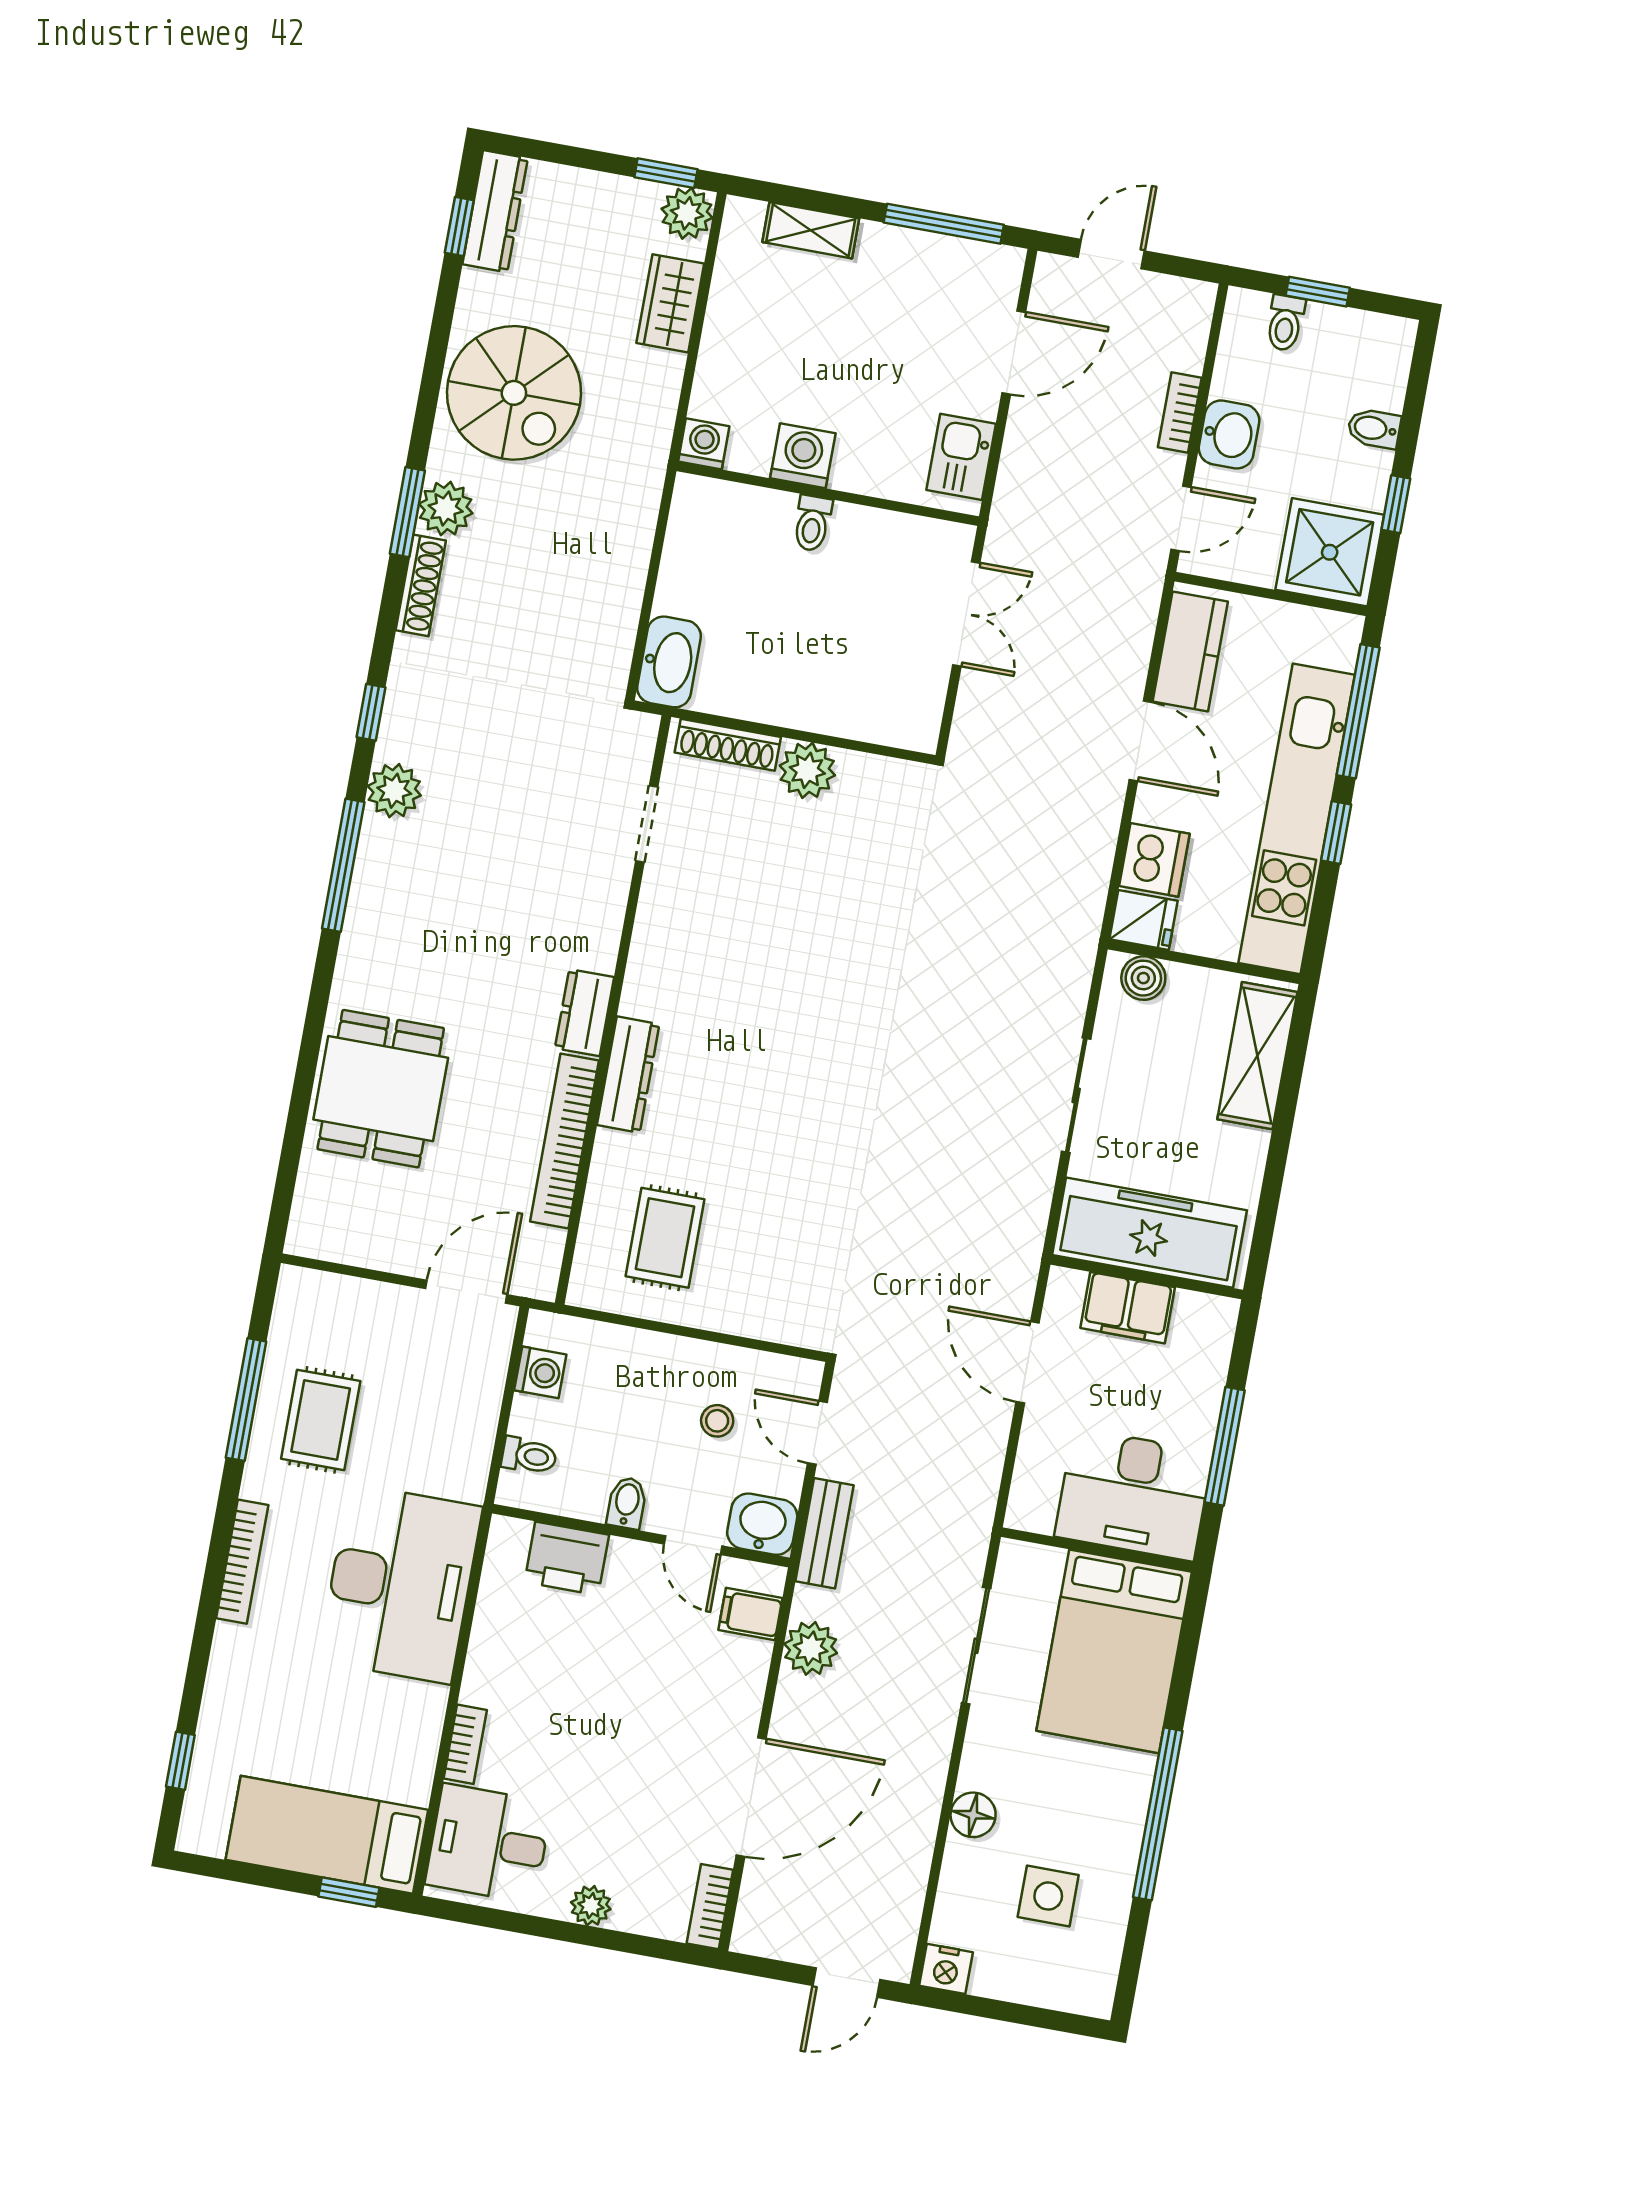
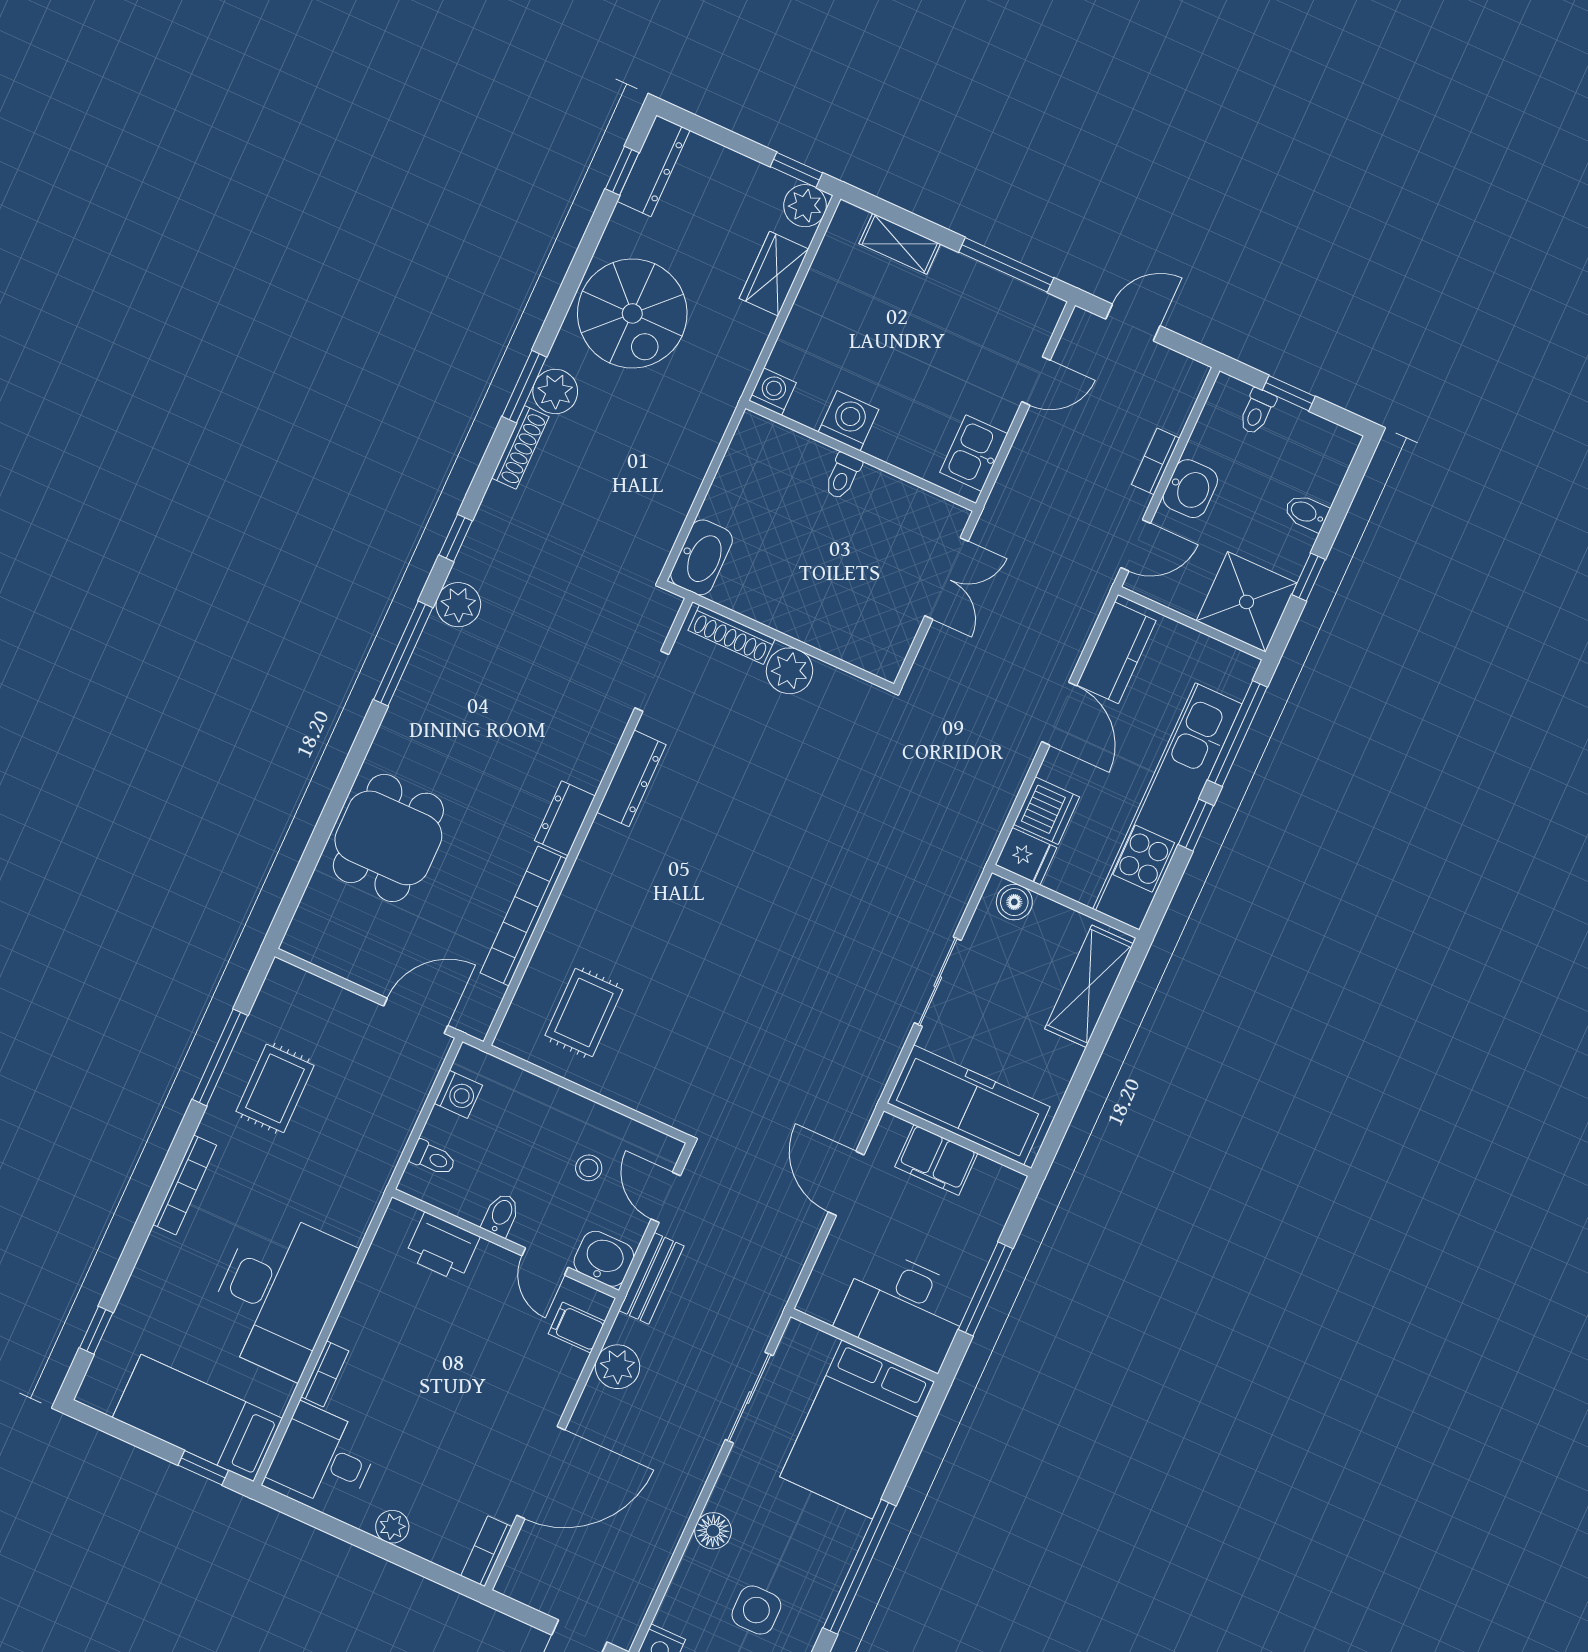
door: (1014, 353) -> (1036, 381), width x0.73
dresser: (628, 1075) -> (631, 778), moved
desk: (400, 1584) -> (278, 1293), moved

